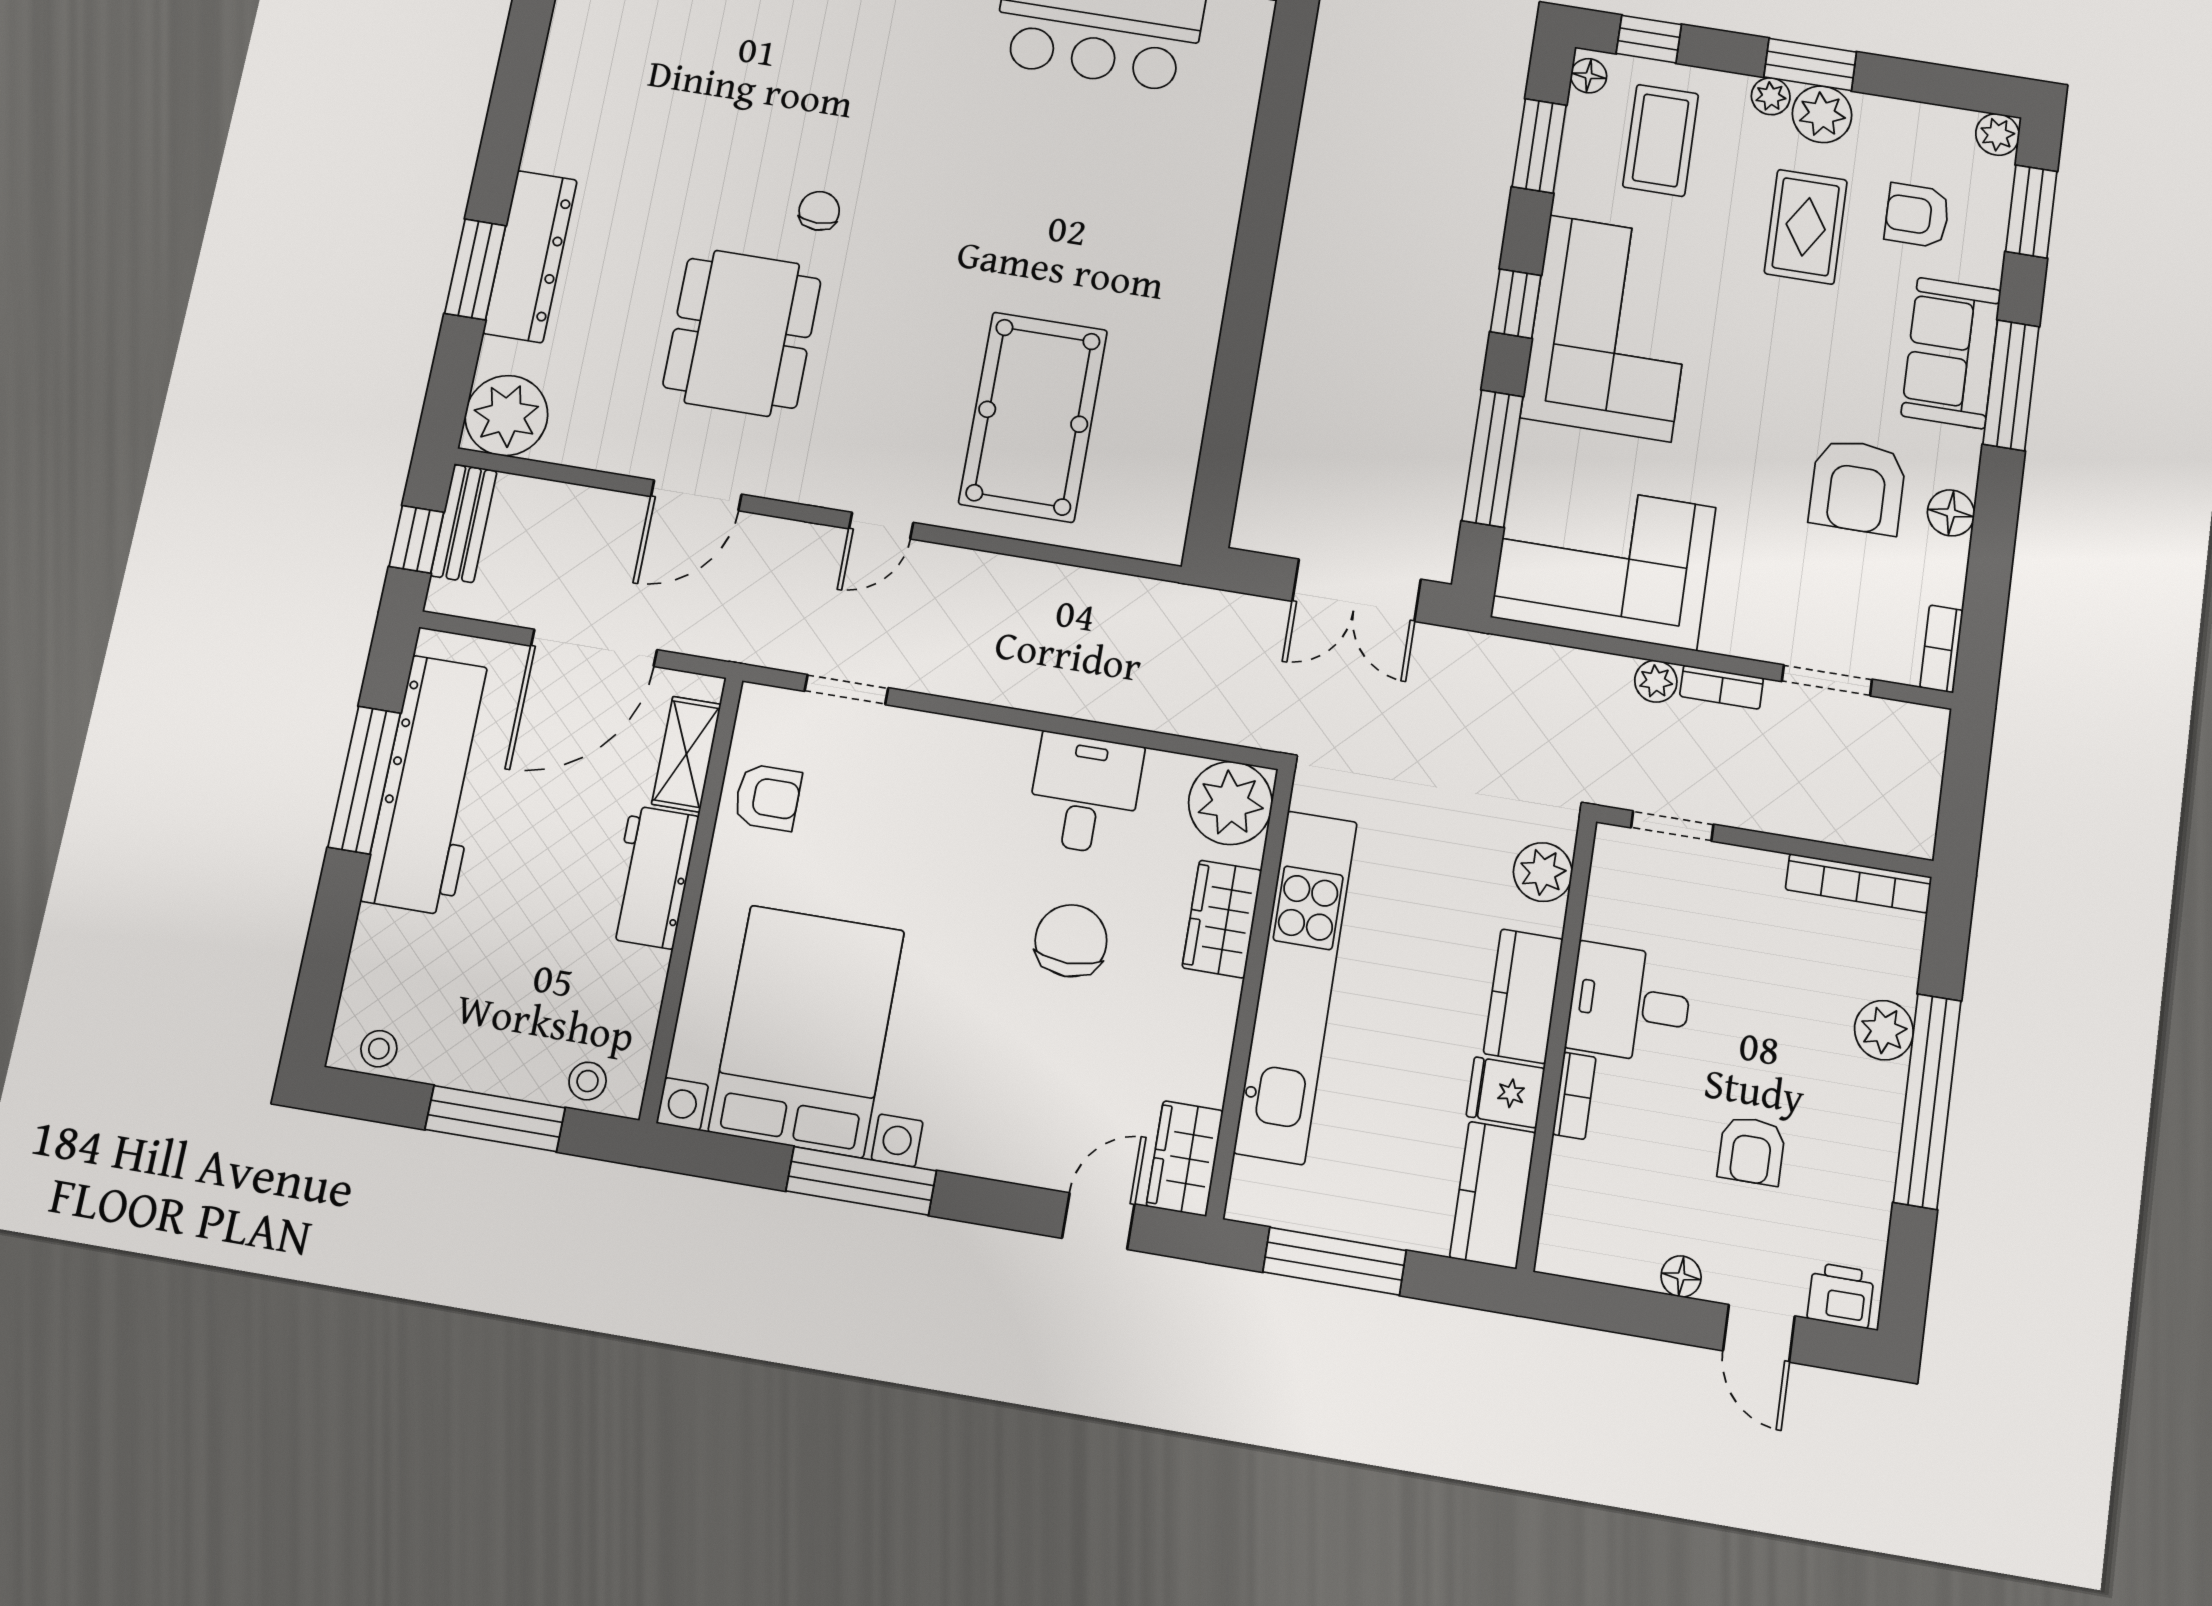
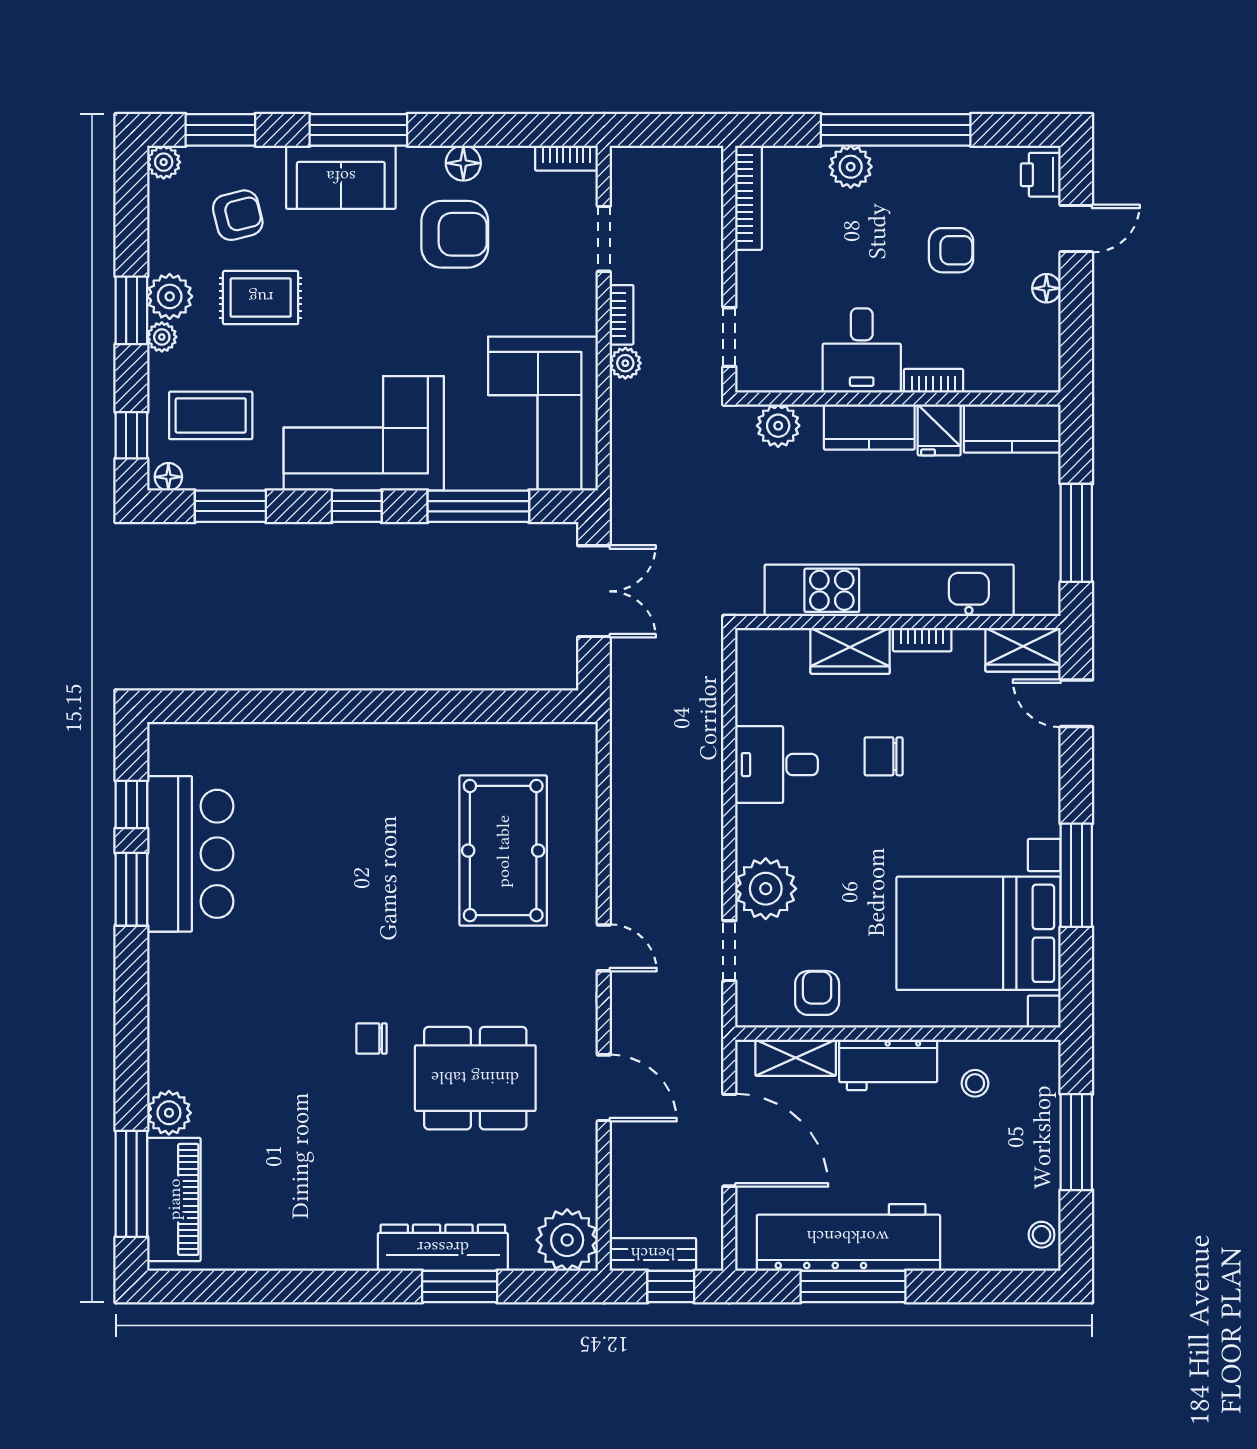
armchair: (1917, 215) -> (238, 215), turned -104
pool table: (1033, 417) -> (503, 851), turned 90
plant: (1230, 803) -> (766, 889), moved
chair: (1071, 941) -> (884, 756), width x0.73, depth x0.73
bookcase: (1221, 1020) -> (922, 640), added
stool: (588, 1081) -> (975, 1083), moved

